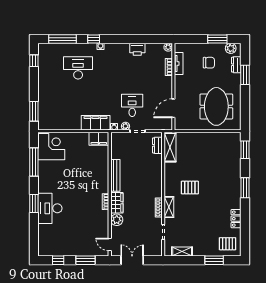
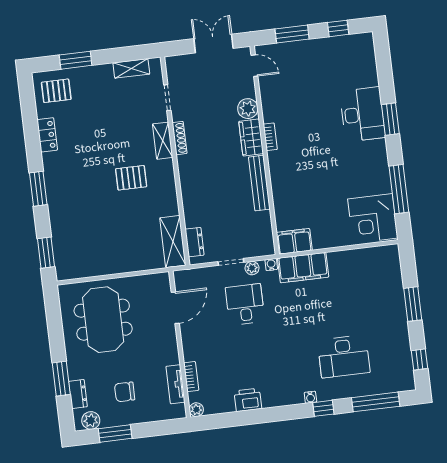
desk: (132, 105) -> (245, 304), turned 180
window: (34, 111) -> (413, 304), moved
double door: (132, 260) -> (214, 44), swing flipped

